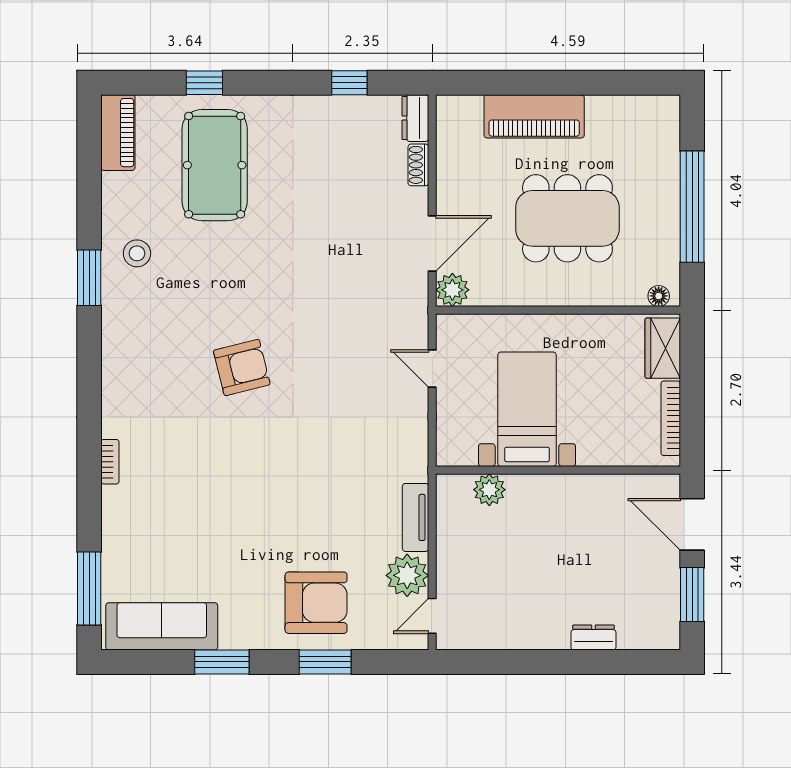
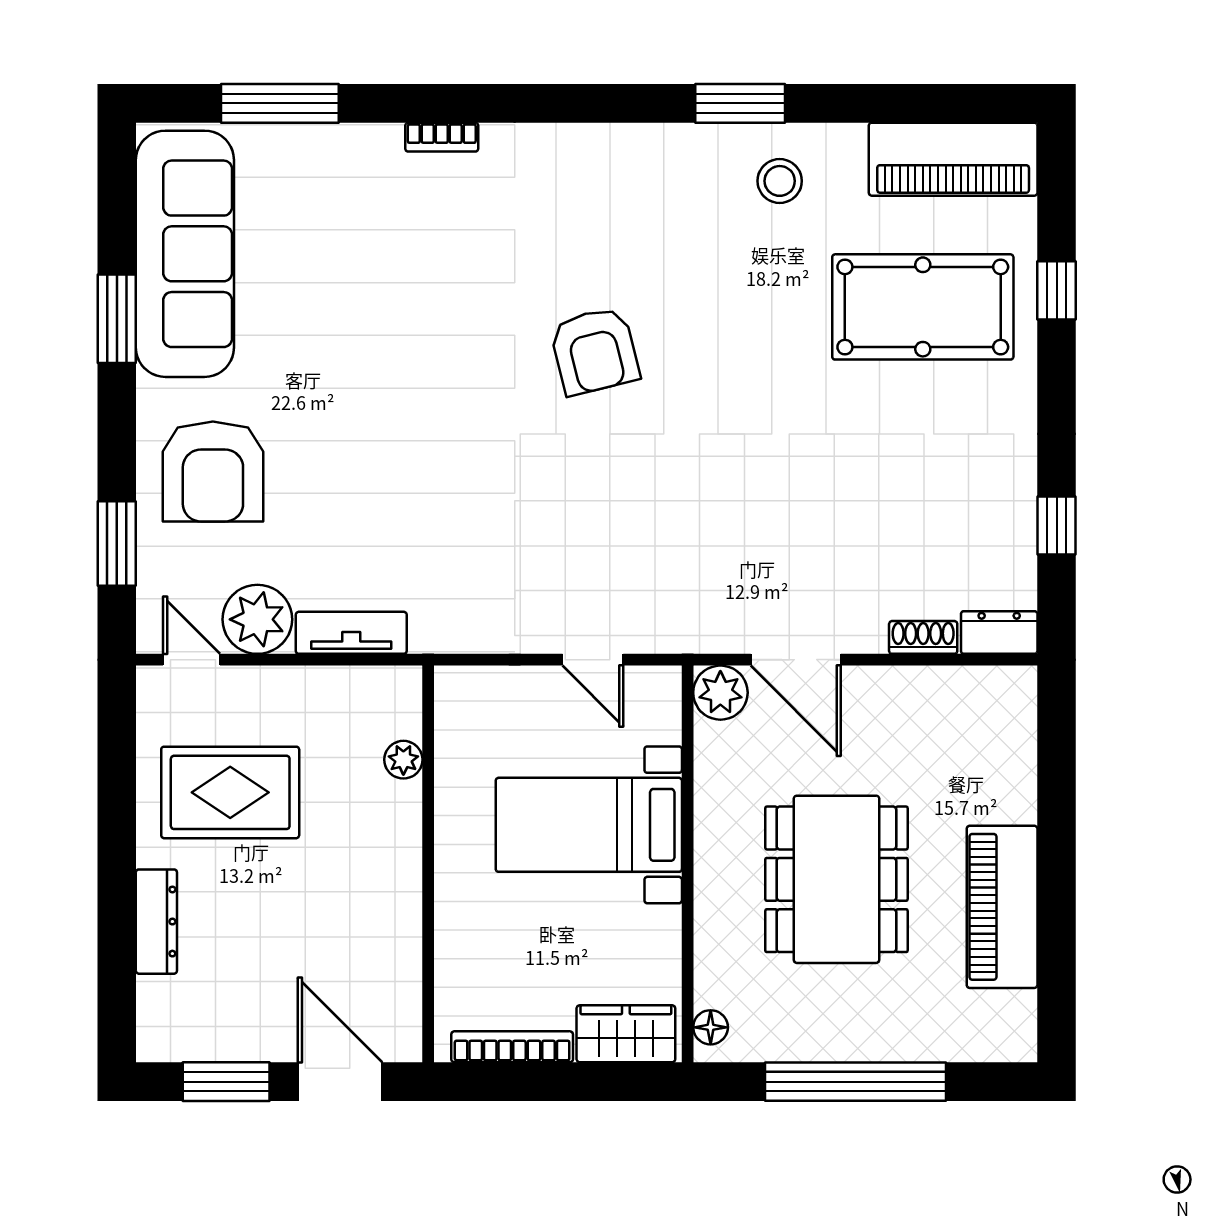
piano: (534, 116) -> (1002, 907), moved
piano: (118, 133) -> (953, 159), width x1.37, depth x1.33
door: (432, 369) -> (593, 660), swing flipped
bed with nightstands: (527, 409) -> (589, 825), moved, turned 180
plant: (489, 490) -> (403, 760), width x0.73, depth x0.73
door: (692, 524) -> (340, 1082), hinge flipped
window: (89, 588) -> (280, 103), moved
rug: (514, 592) -> (230, 792), added
sofa: (162, 626) -> (185, 254), width x1.36, depth x1.27
dresser: (593, 638) -> (156, 922), width x1.44
window: (325, 662) -> (117, 544), moved

